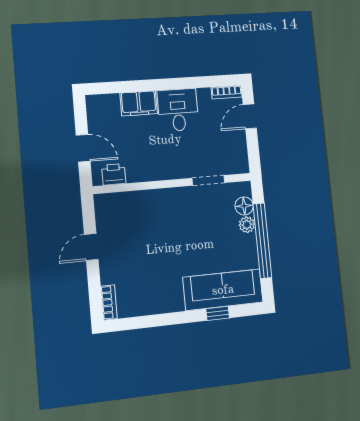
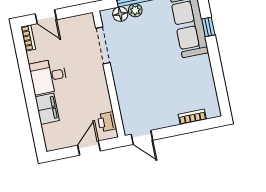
doorway: (208, 180) -> (103, 45), width x1.38
door: (91, 247) -> (142, 137), moved
bookcase: (109, 302) -> (192, 117), moved

